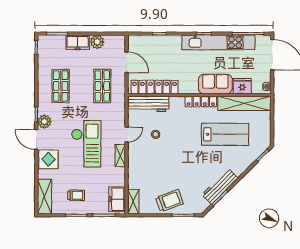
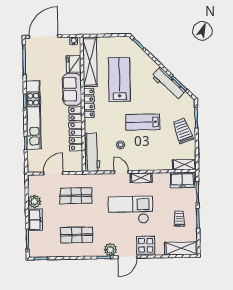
kitchen unit: (218, 42) -> (33, 115), moved
locker: (154, 87) -> (76, 129), moved
lab bench: (179, 159) -> (143, 122), added

